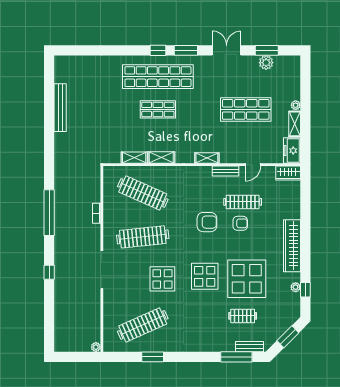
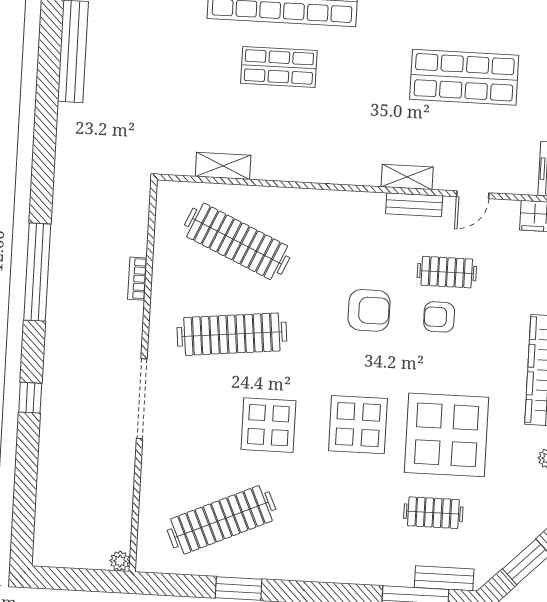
shelving: (161, 157) -> (280, 169), removed
shelving: (207, 158) -> (407, 177), moved
clothes rail: (243, 202) -> (447, 272), width x0.73
armchair: (240, 223) -> (439, 317), turned 180

